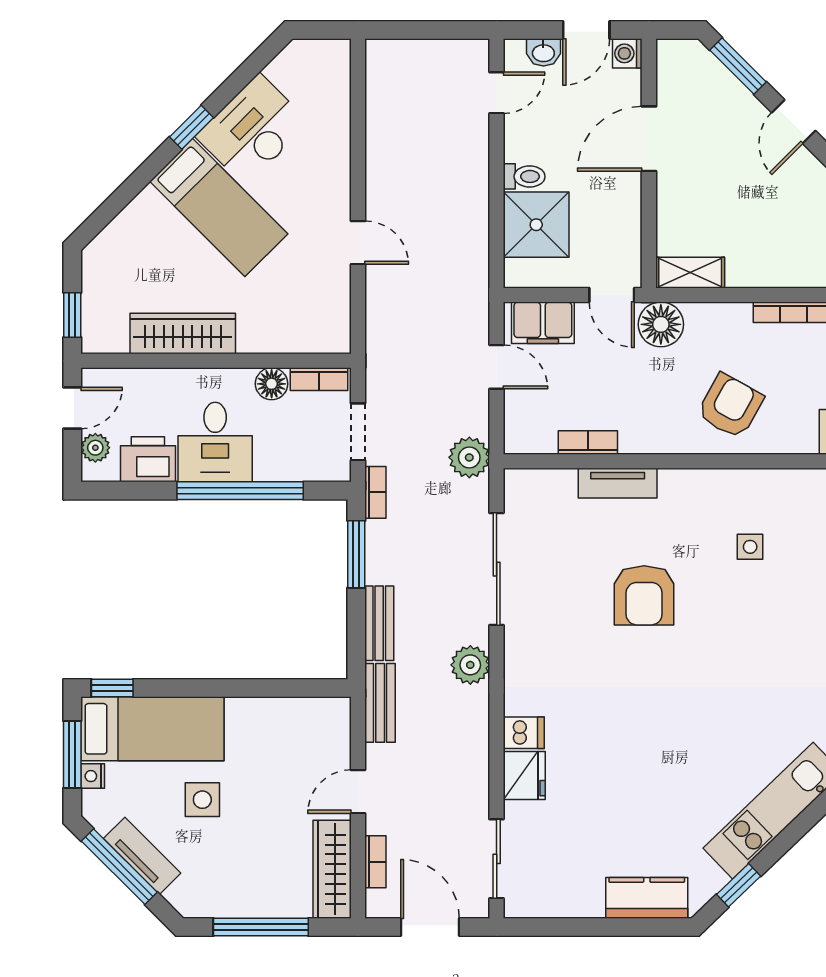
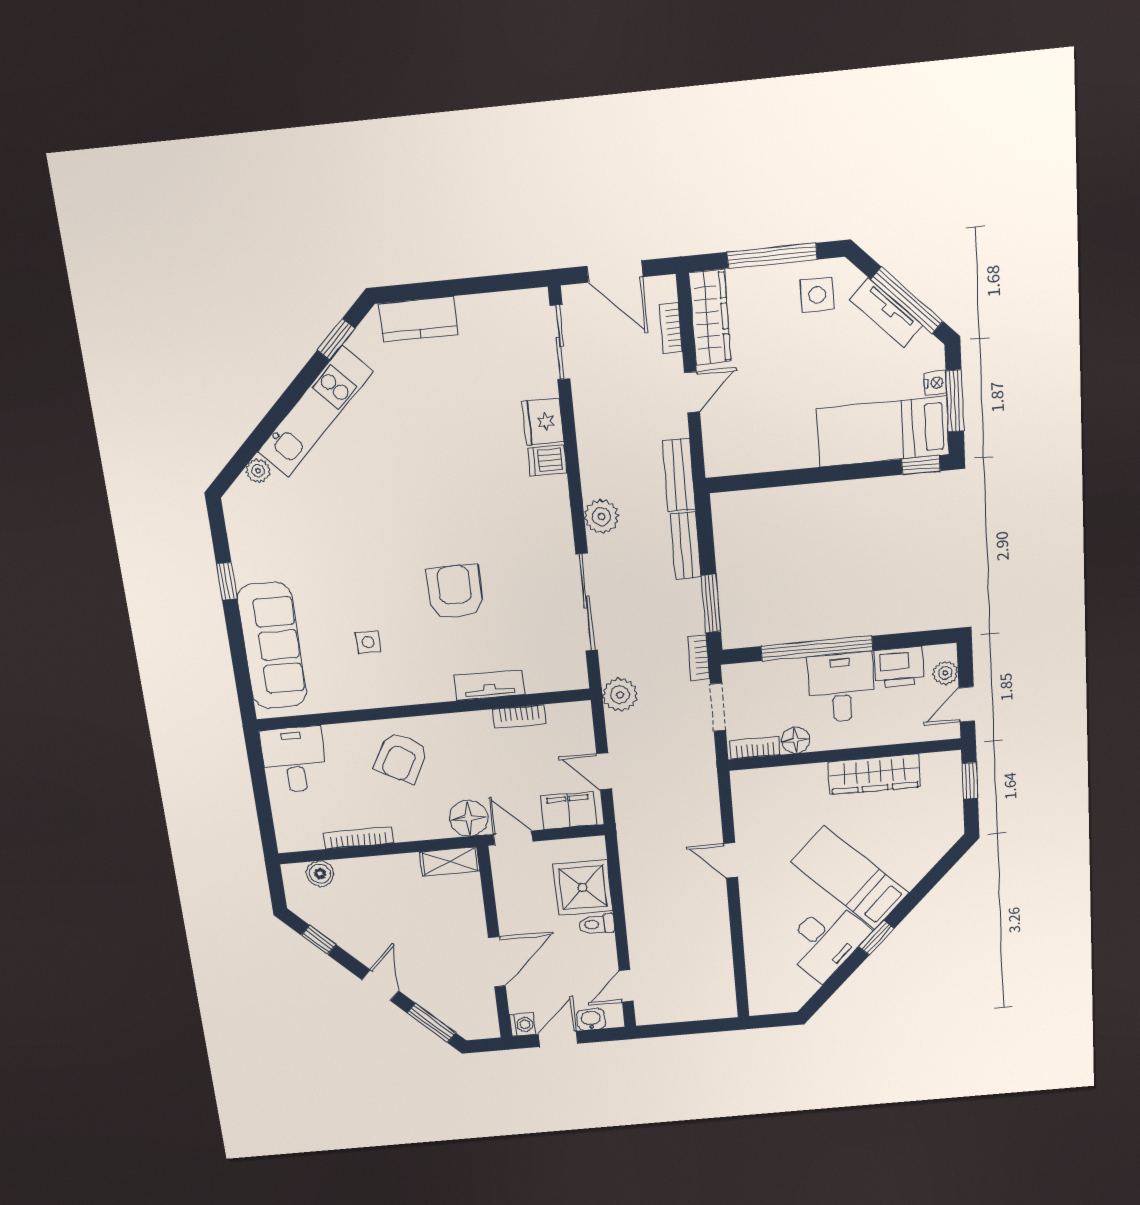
side table: (202, 800) -> (817, 295), moved

